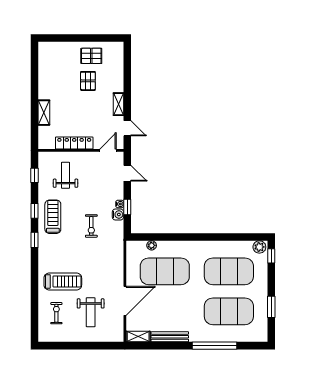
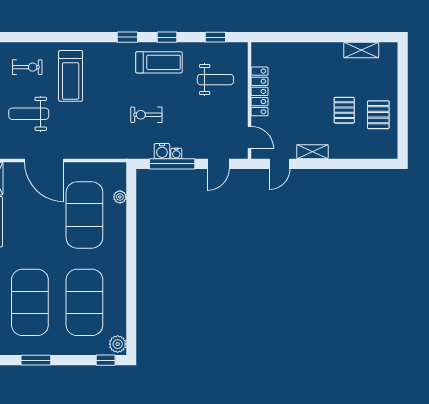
pallet: (88, 81) -> (344, 110), turned 90
shelving: (44, 113) -> (361, 50), moved
window: (127, 207) -> (172, 164), width x2.17

